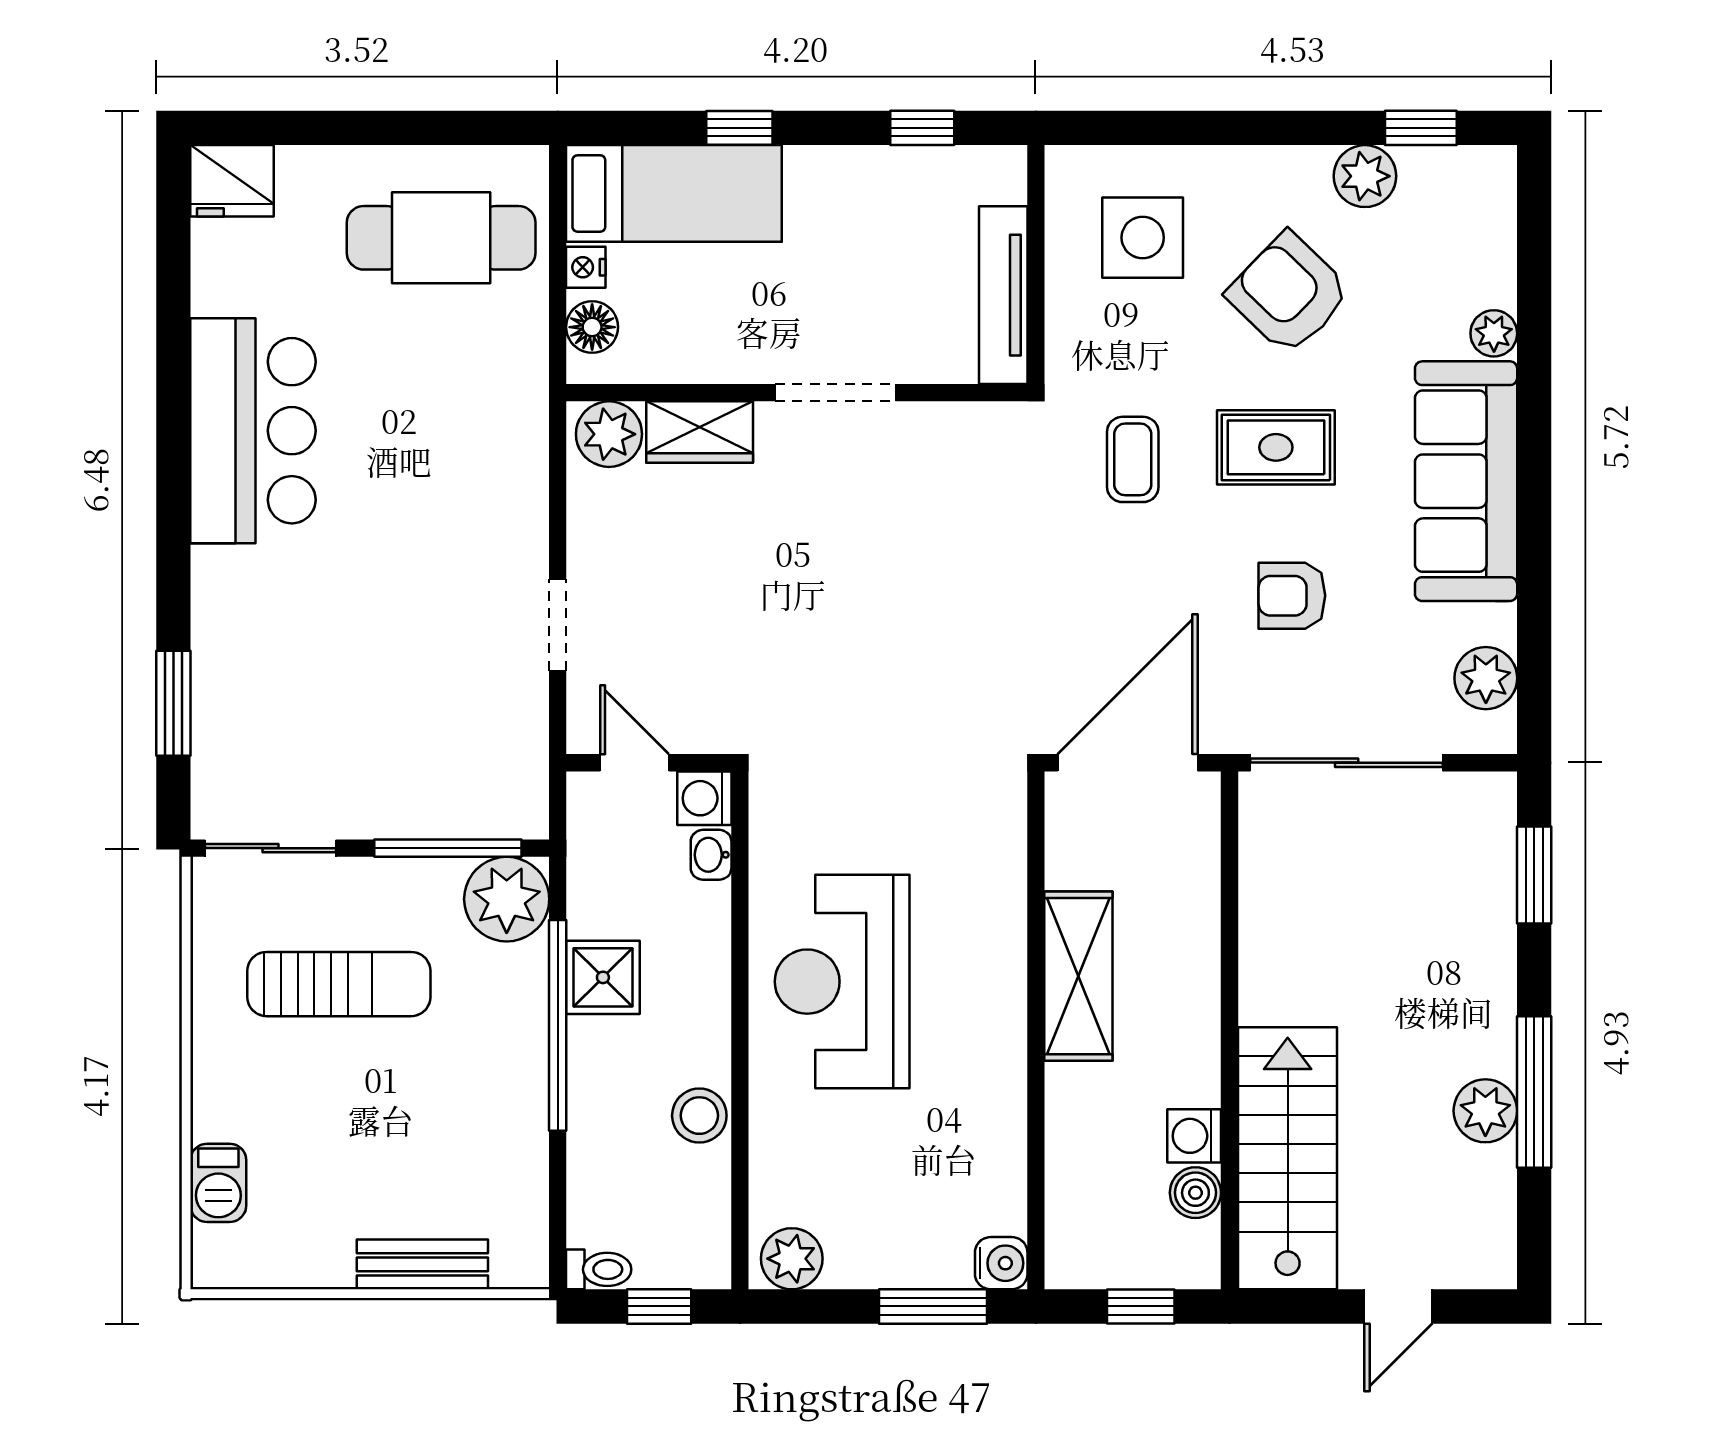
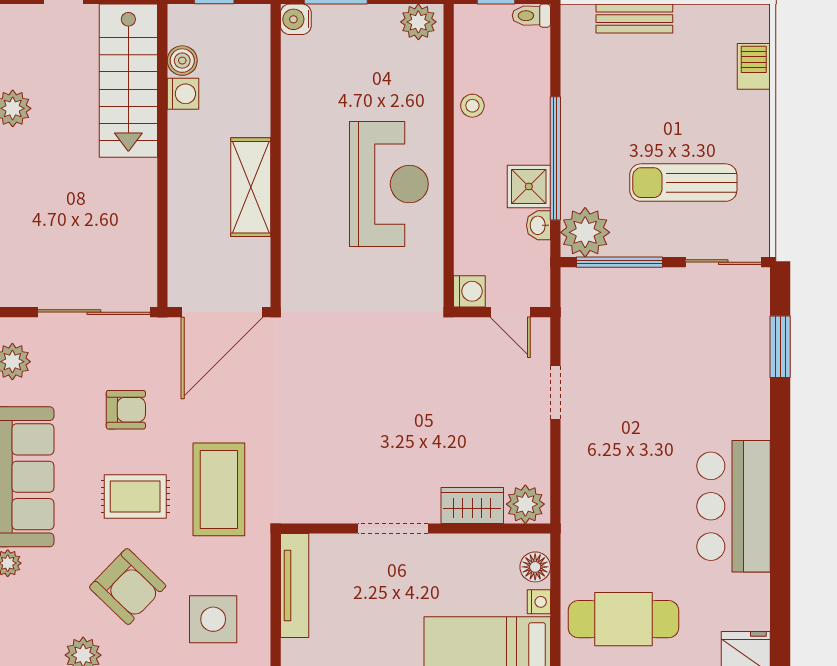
coffee table: (1133, 459) -> (219, 489), width x1.86, depth x1.72
washbasin: (711, 855) -> (538, 225), moved, turned 180
stool: (699, 1116) -> (472, 106), width x0.73, depth x0.73

